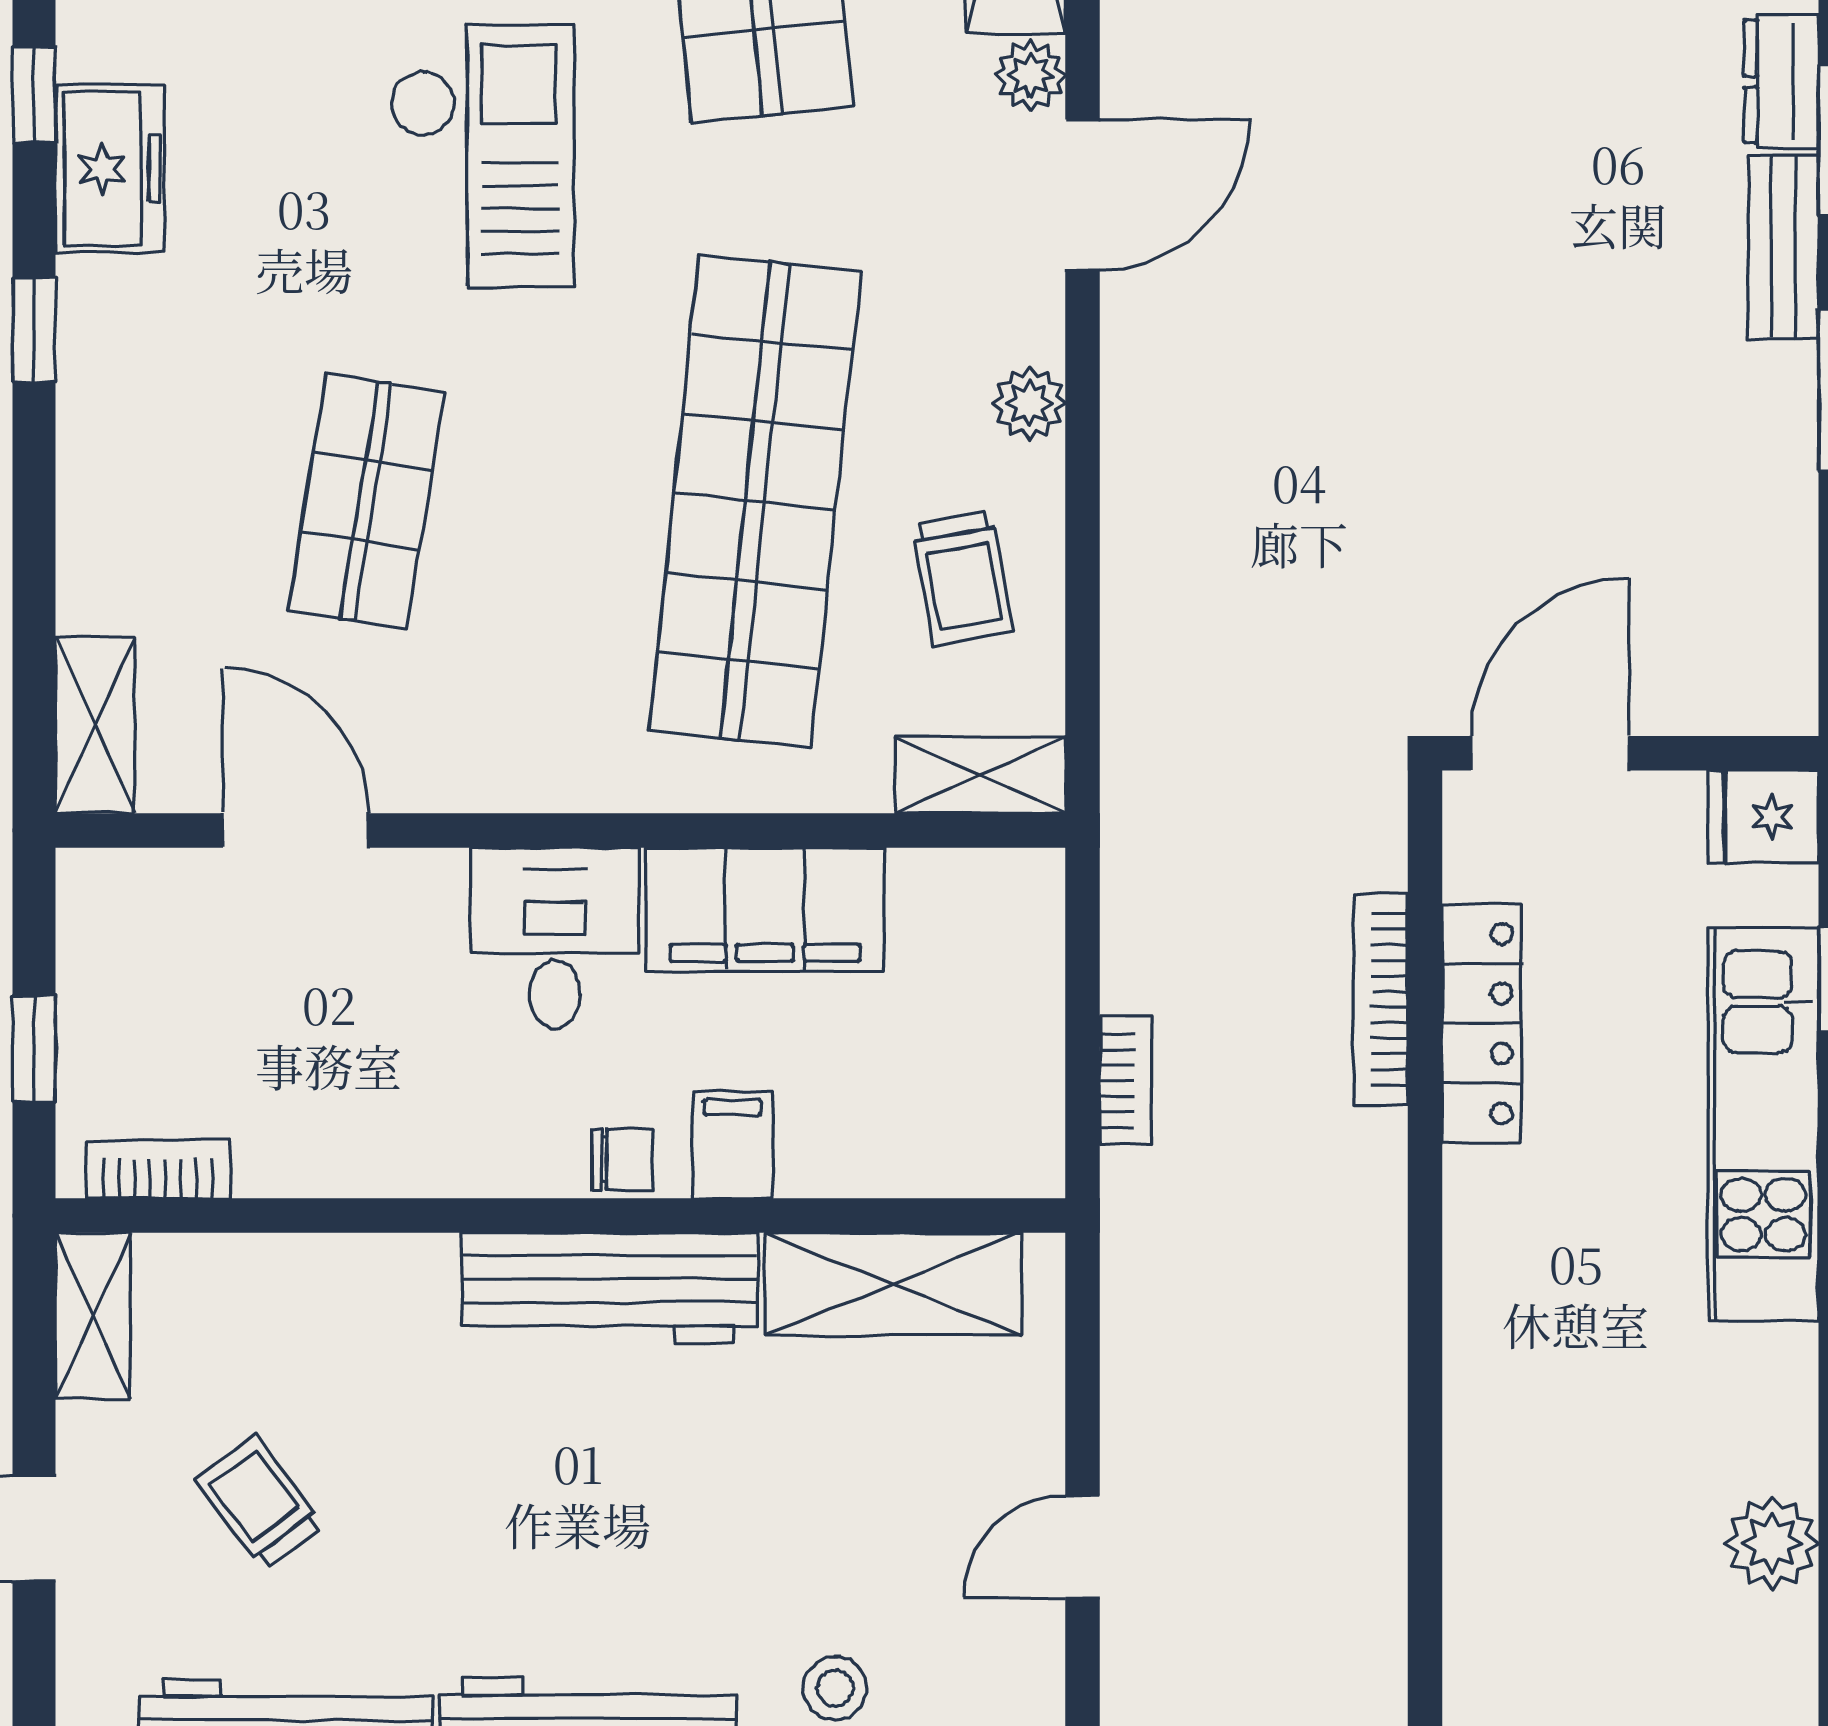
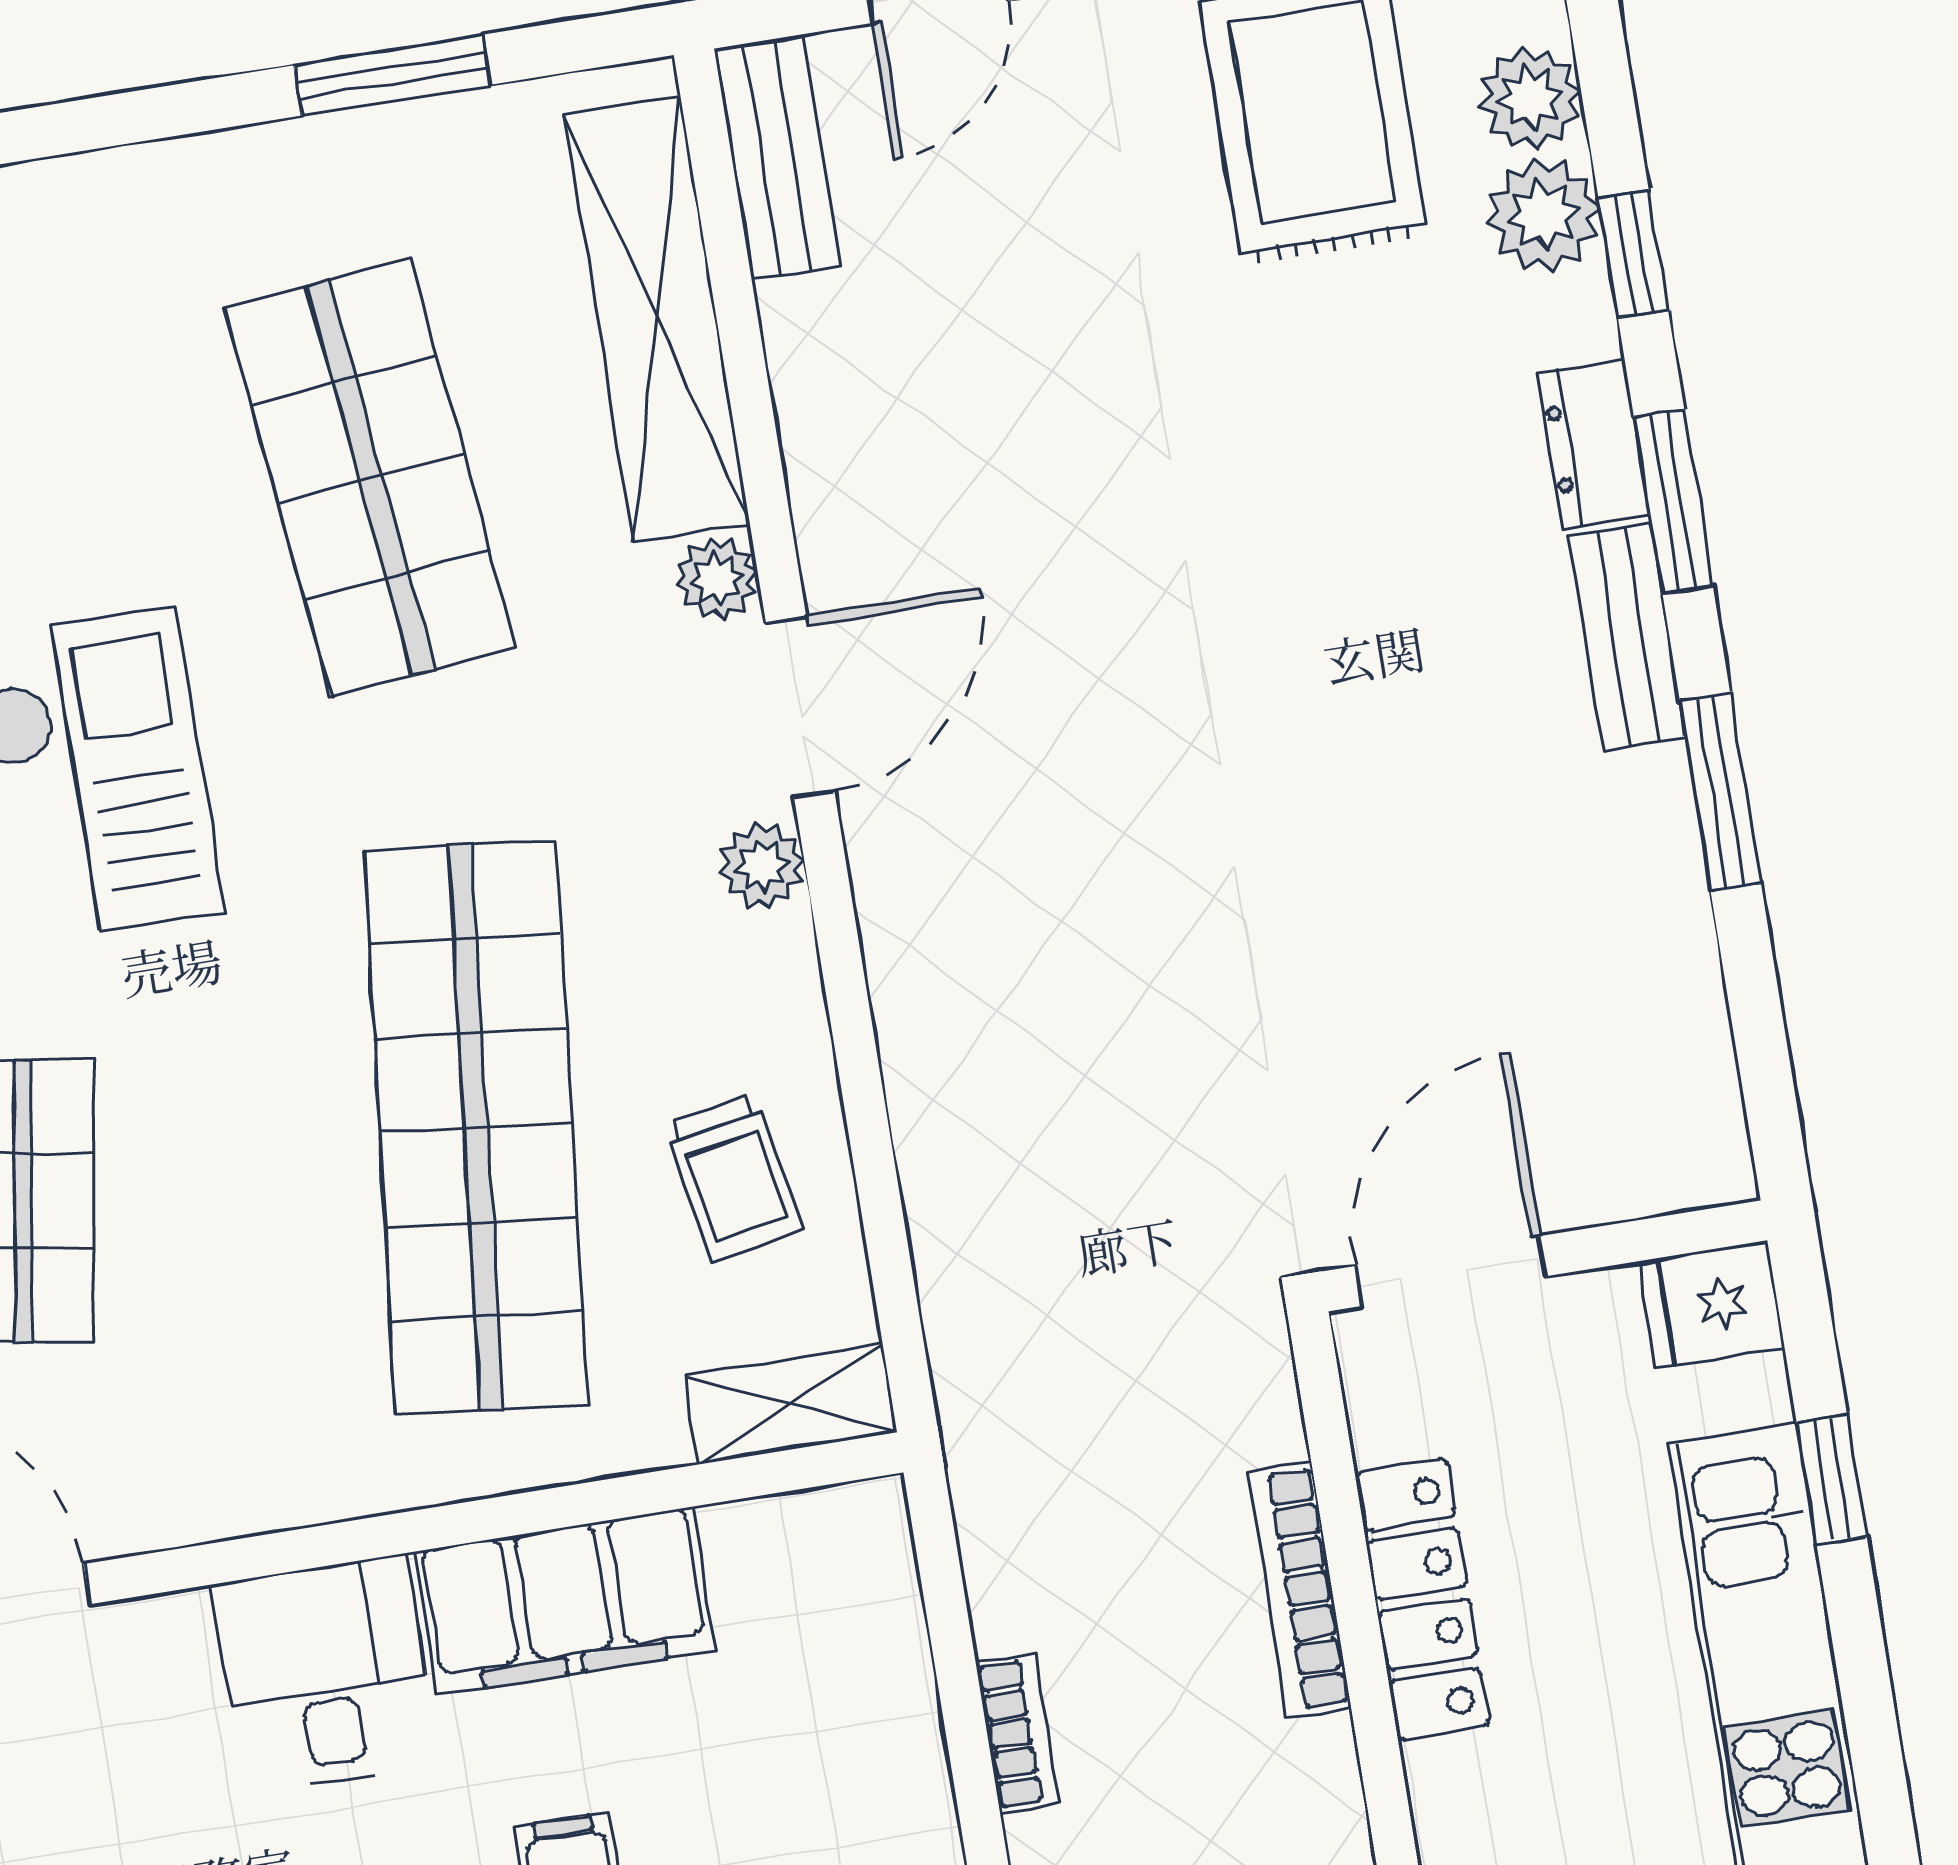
plant: (1029, 403) -> (762, 866), moved

